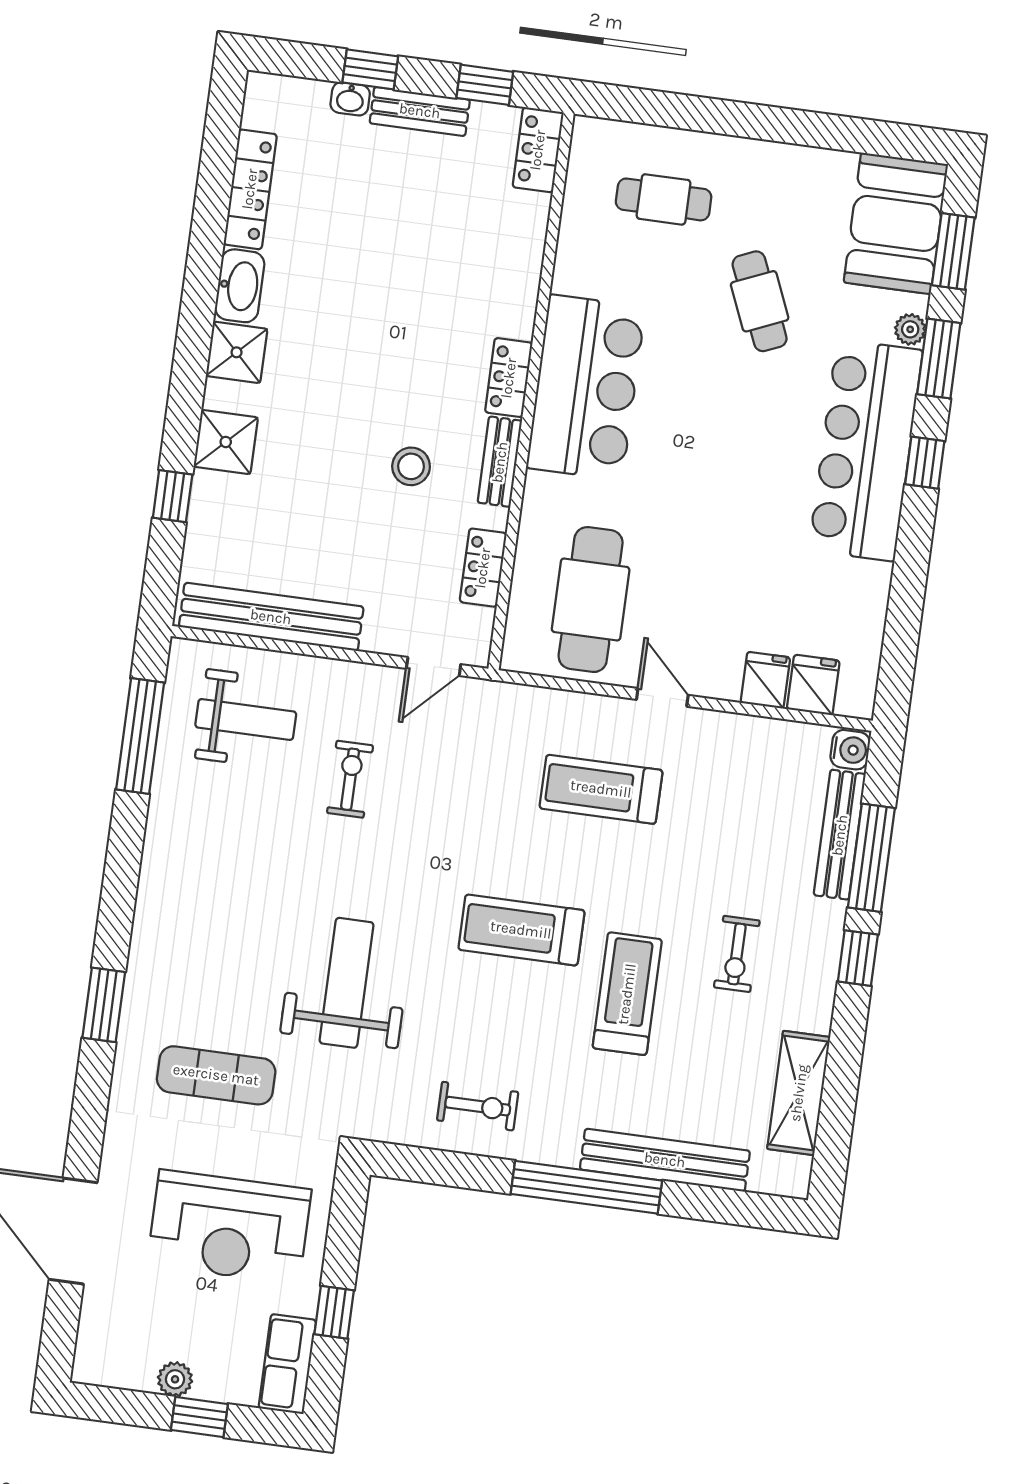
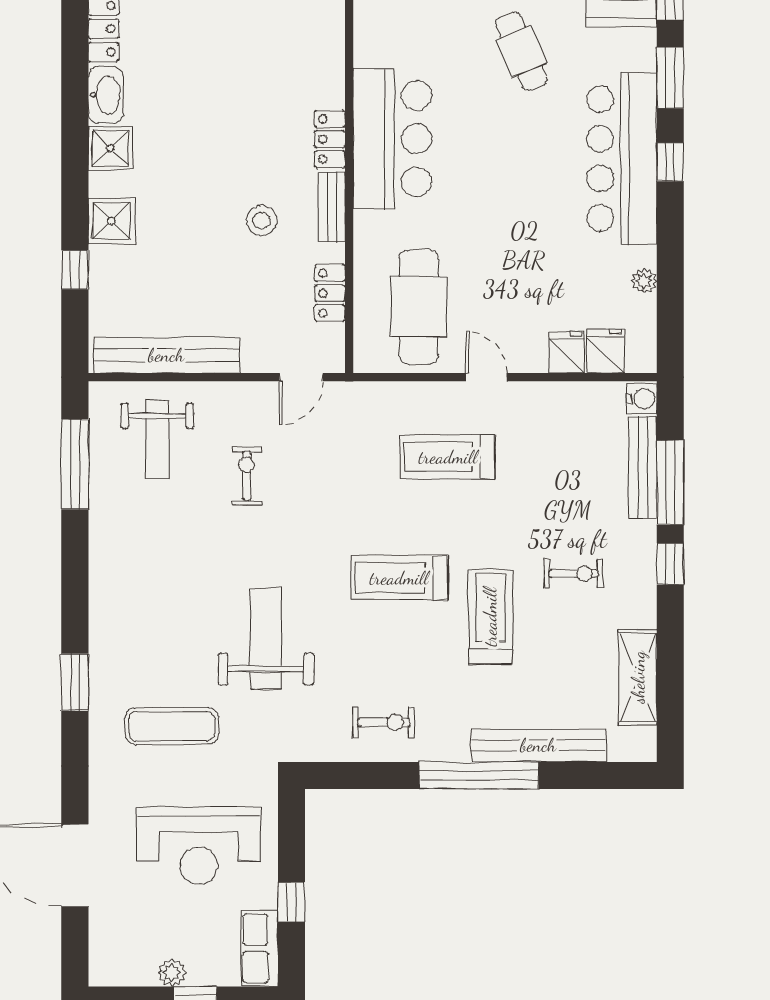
plant: (910, 329) -> (644, 281), moved
weight bench: (246, 719) -> (157, 440), turned 90
exercise bike: (737, 954) -> (573, 573), turned -90

